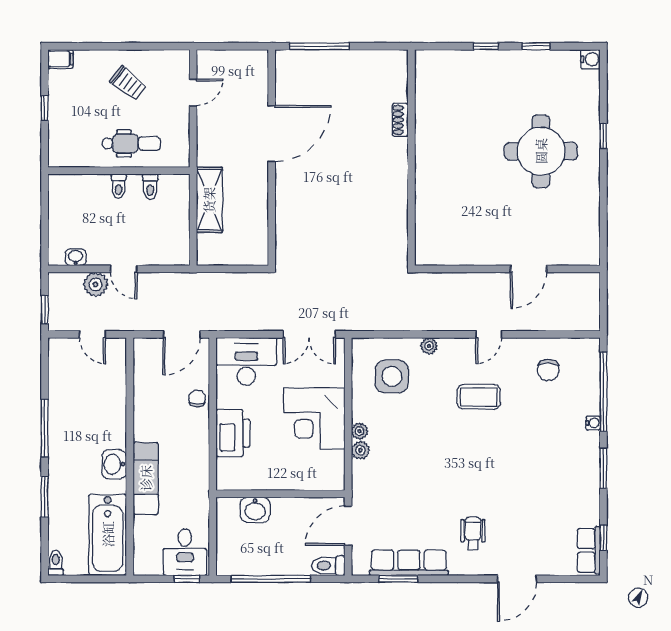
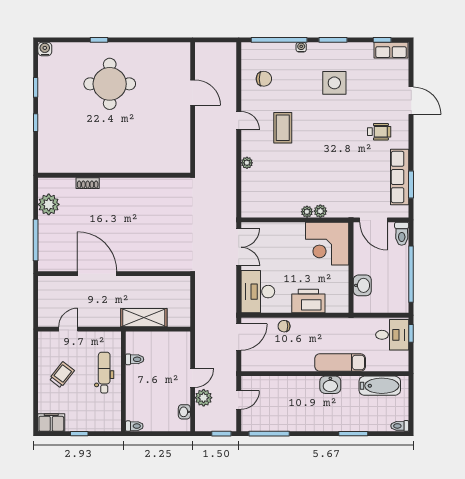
filing cabinet: (60, 59) -> (51, 422), width x2.00
plant: (370, 65) -> (49, 204), added
door: (193, 92) -> (68, 329), hinge flipped
toilet: (119, 186) -> (134, 426), moved
door: (182, 334) -> (239, 337), hinge flipped
side table: (392, 376) -> (334, 83), moved
corner desk: (314, 419) -> (327, 244), moved, turned 90
window: (45, 428) -> (269, 434), moved
wheelchair: (473, 533) -> (379, 132), turned 180
bathtub: (108, 534) -> (380, 386), width x0.73, depth x0.73

